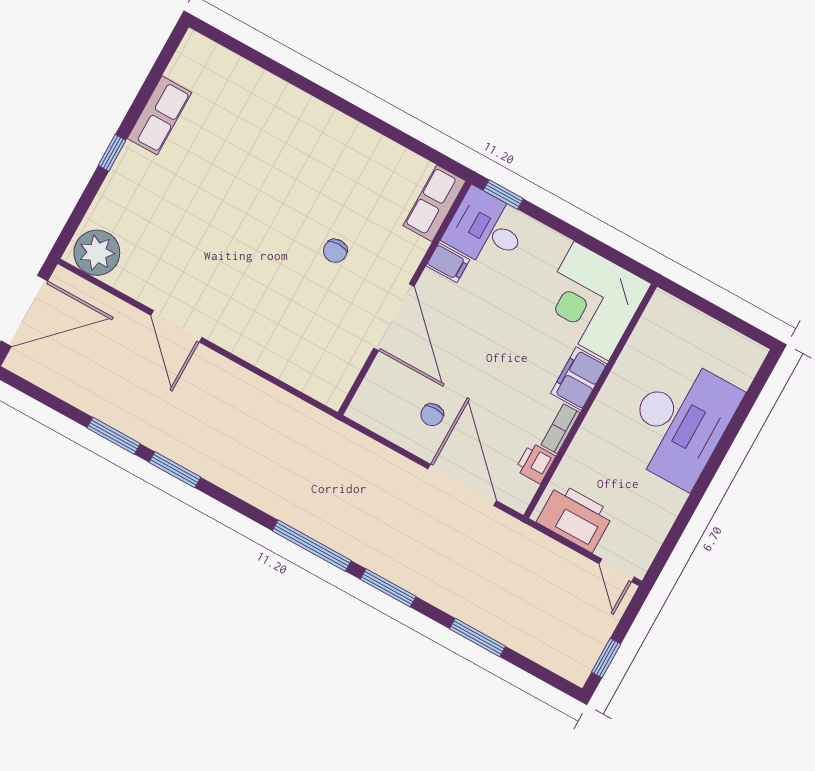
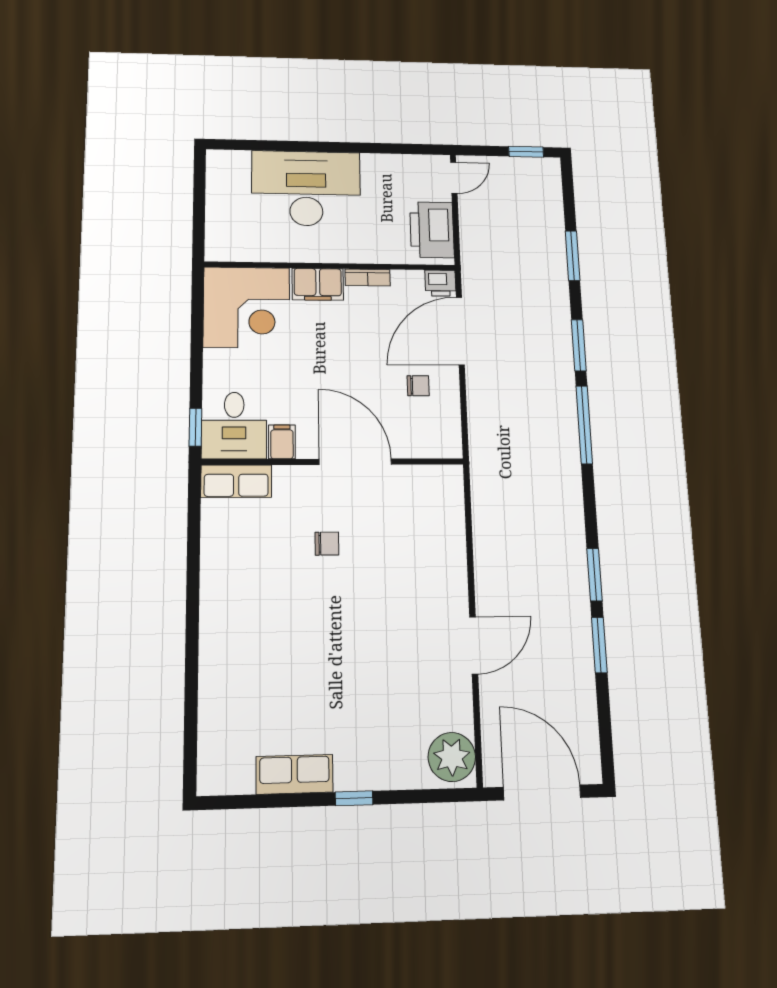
door: (394, 317) -> (355, 462), hinge flipped
printer: (535, 463) -> (440, 283), moved

